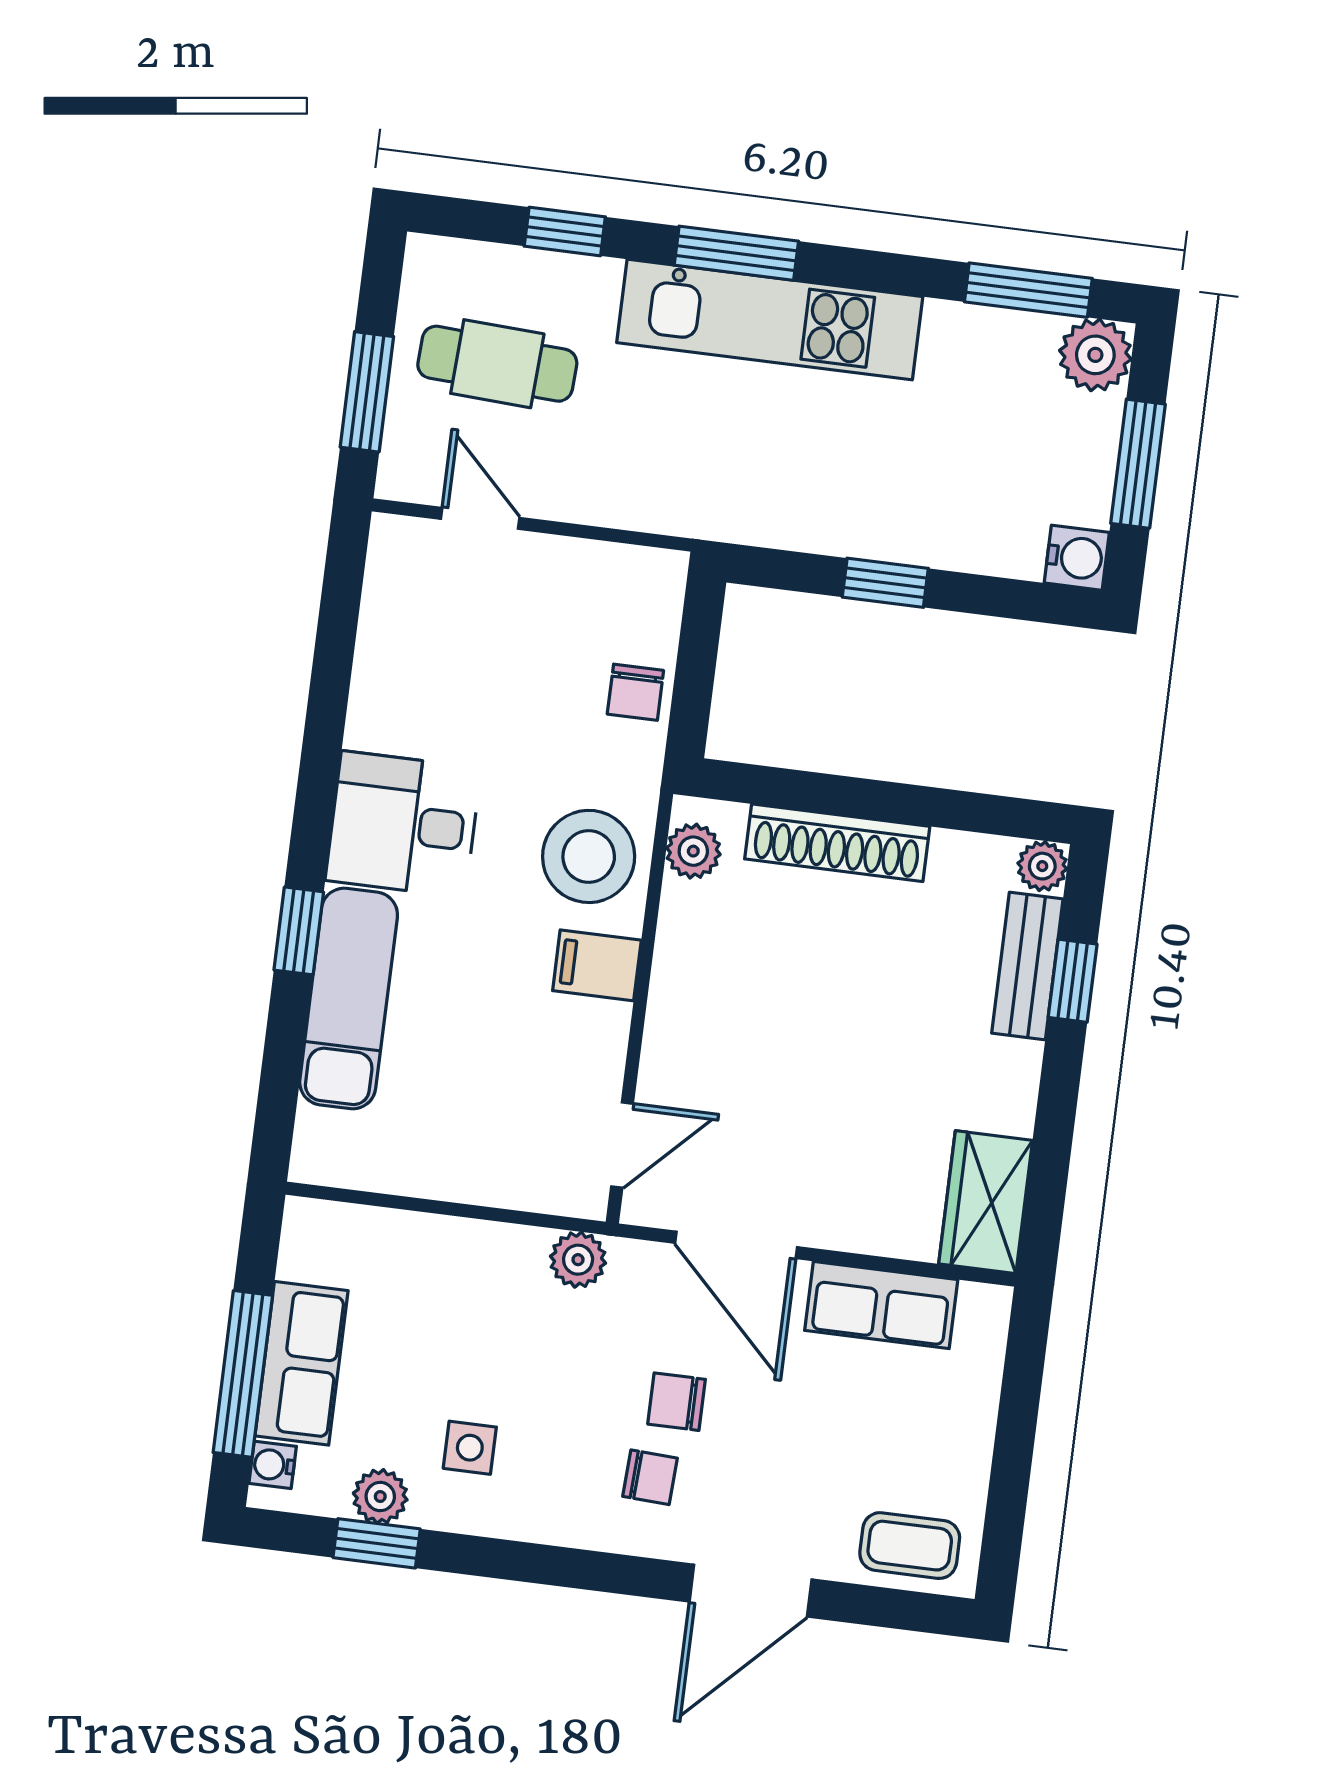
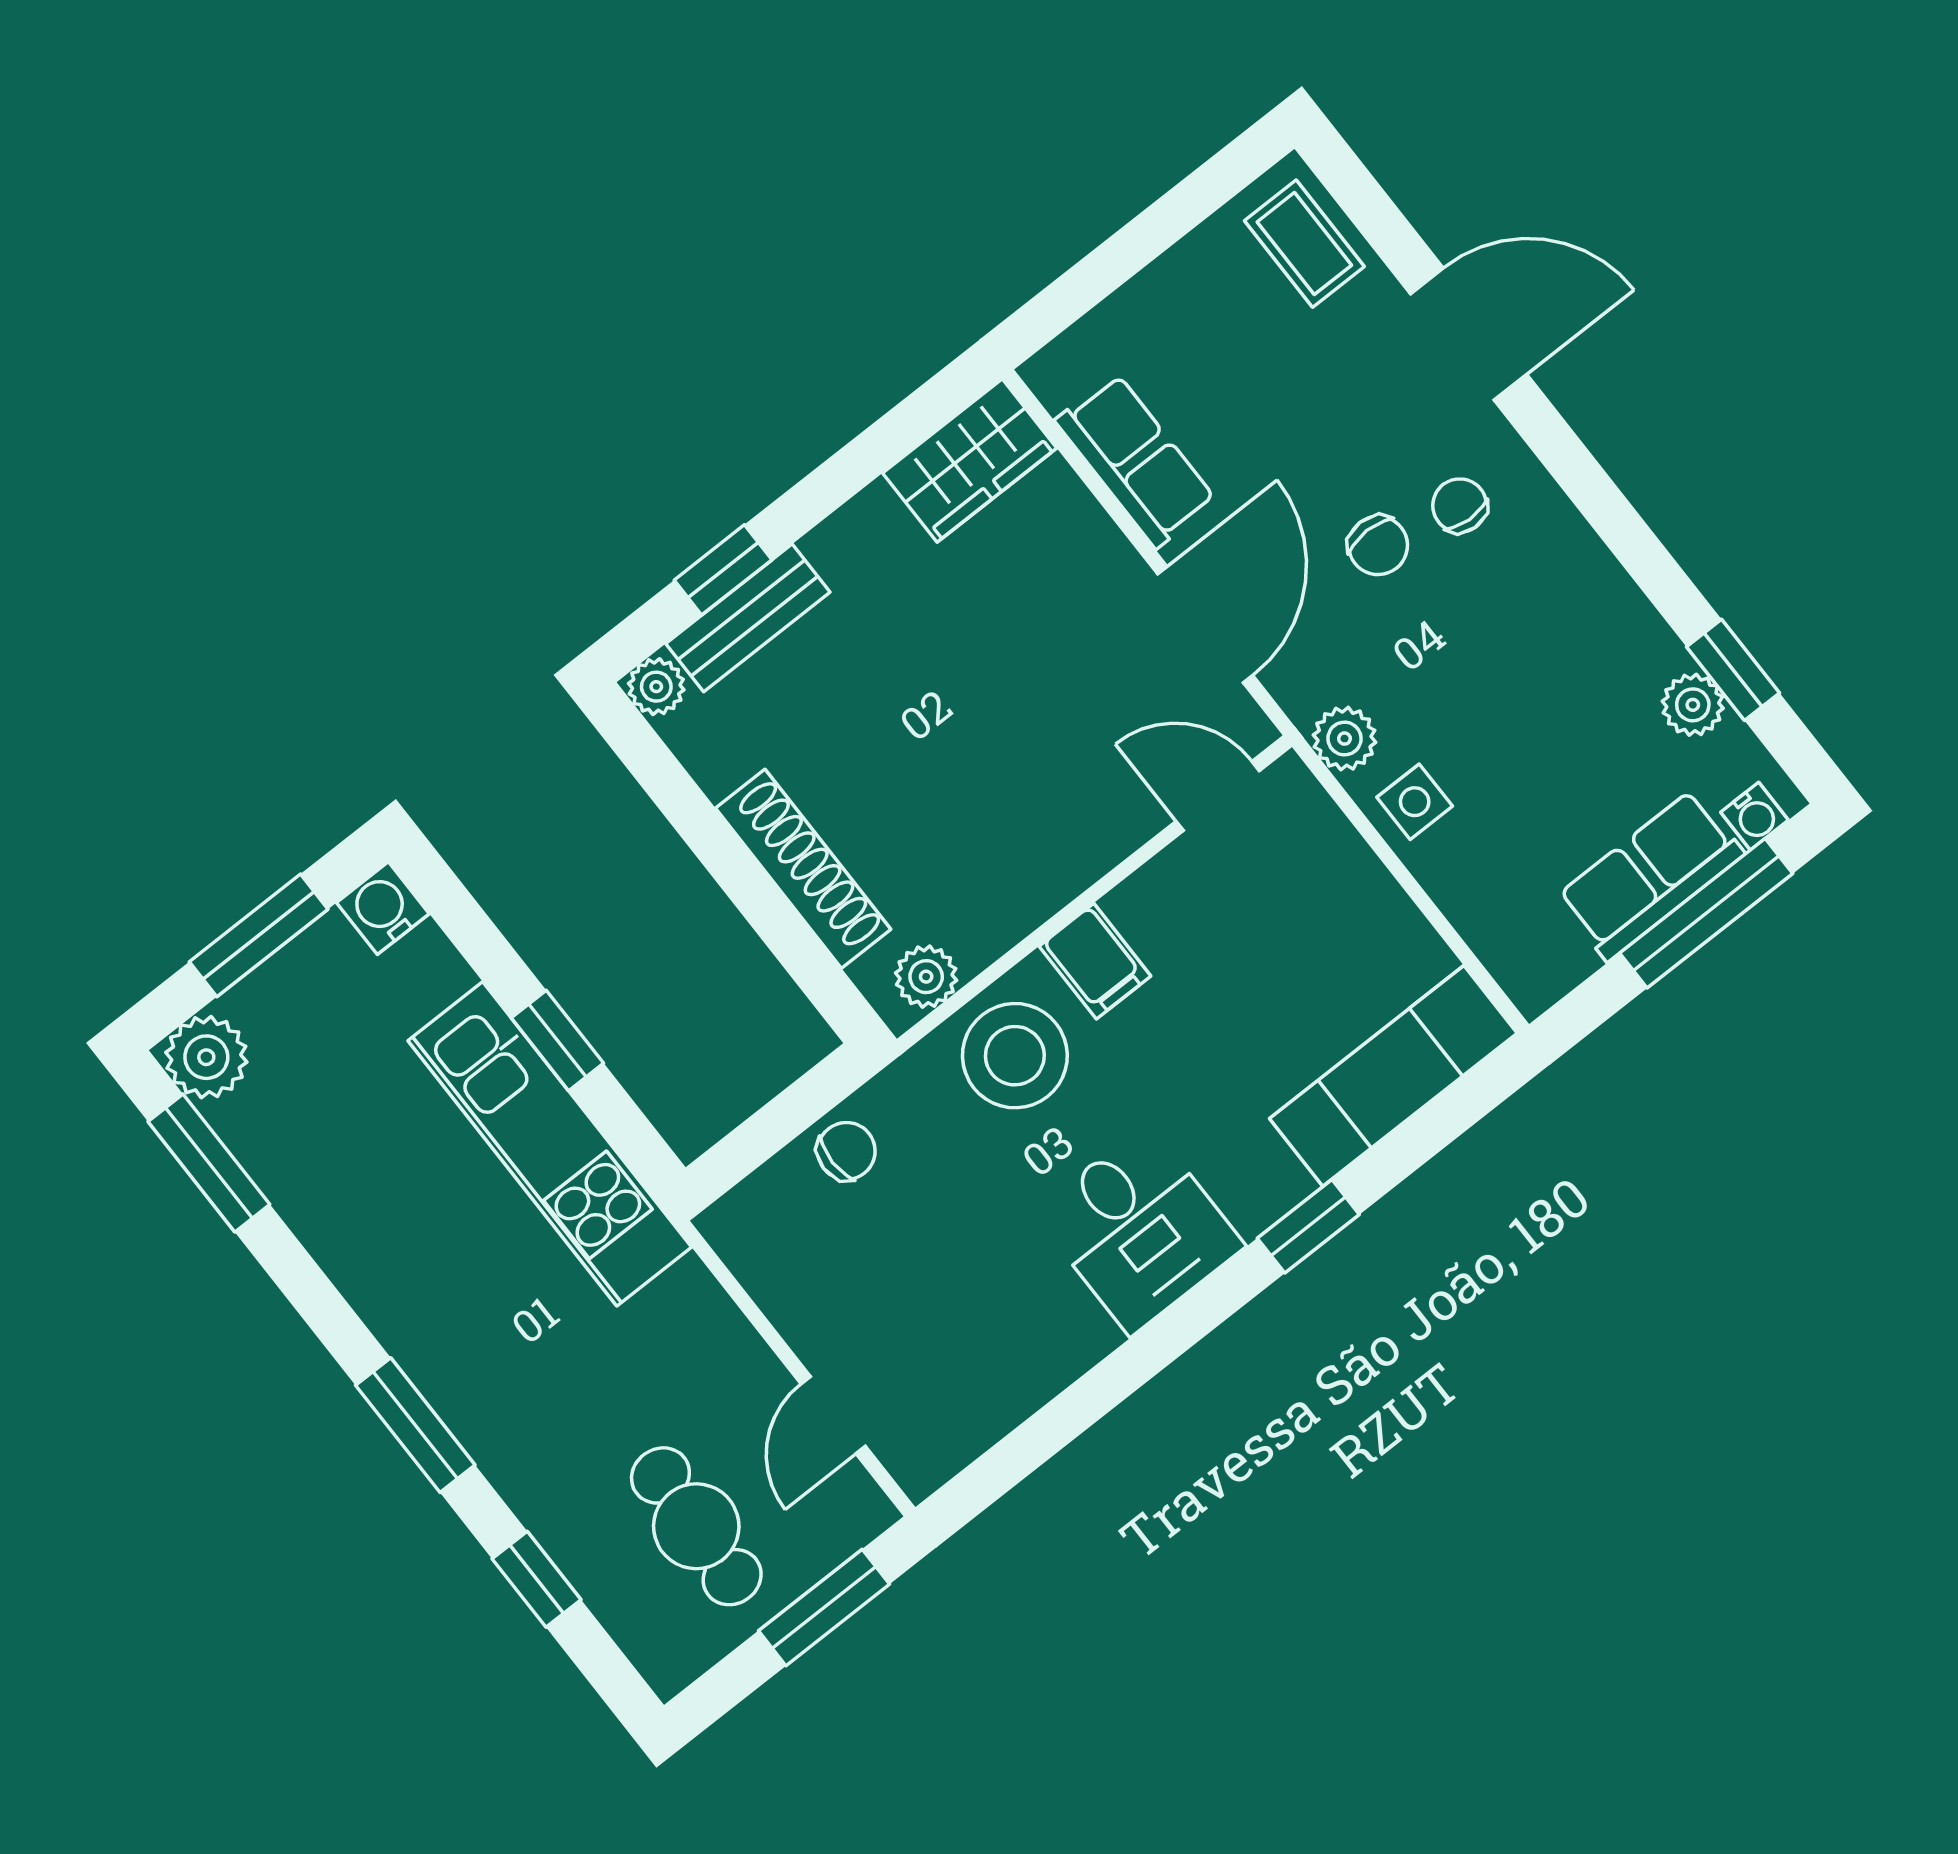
kitchen unit: (770, 320) -> (550, 1144), moved, turned 180
exam couch: (349, 998) -> (1393, 1076), moved
side table: (470, 1448) -> (1415, 802), moved

